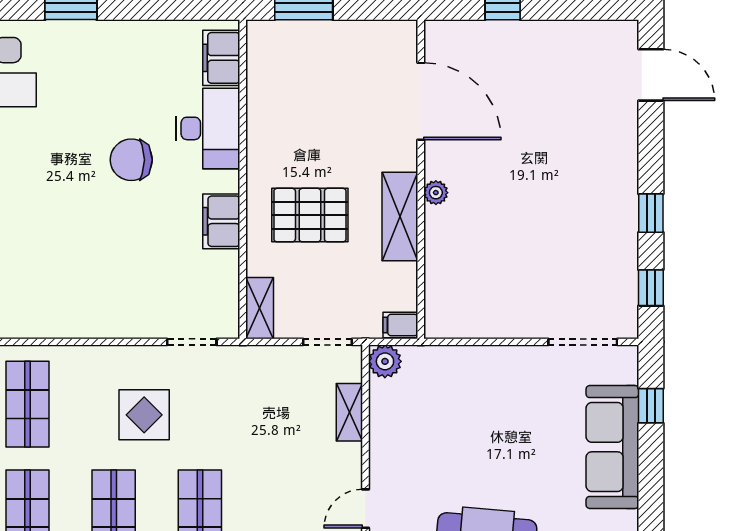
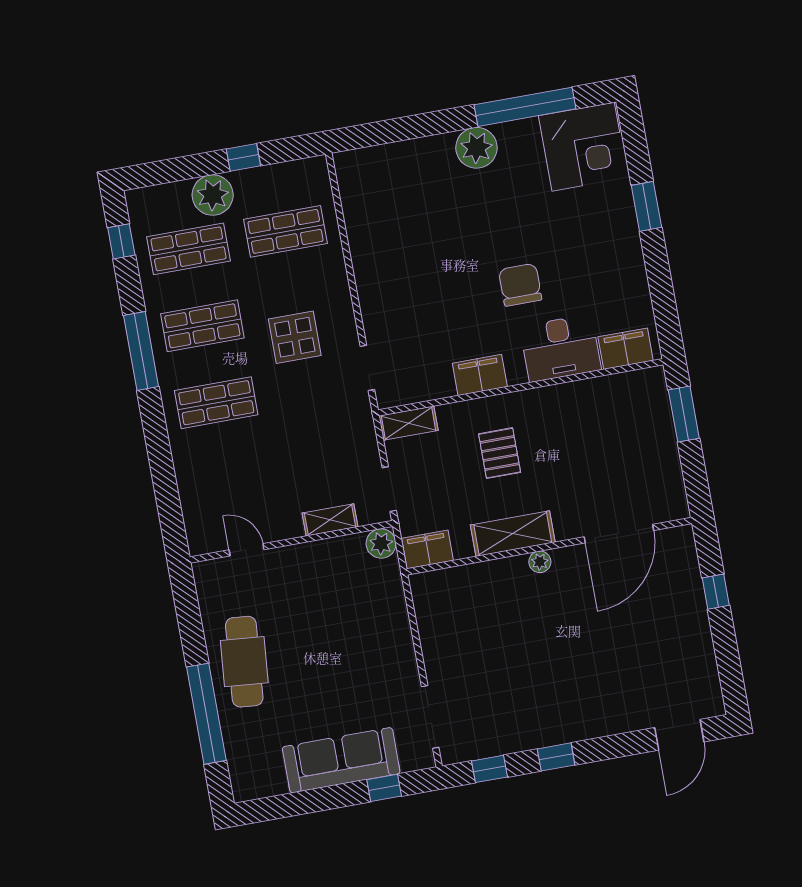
pallet: (310, 215) -> (500, 453), width x0.67, depth x0.71
filing cabinet: (400, 325) -> (428, 549), width x2.00

